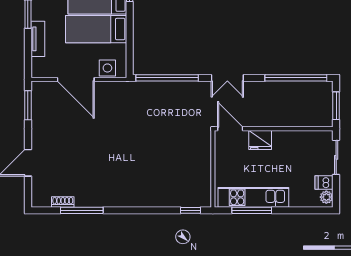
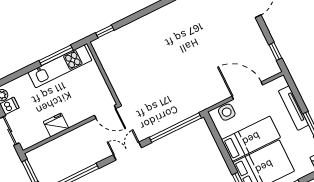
tv unit: (38, 39) -> (293, 108), width x1.41
window: (28, 105) -> (275, 51), width x0.67
fridge: (260, 140) -> (56, 125), moved

